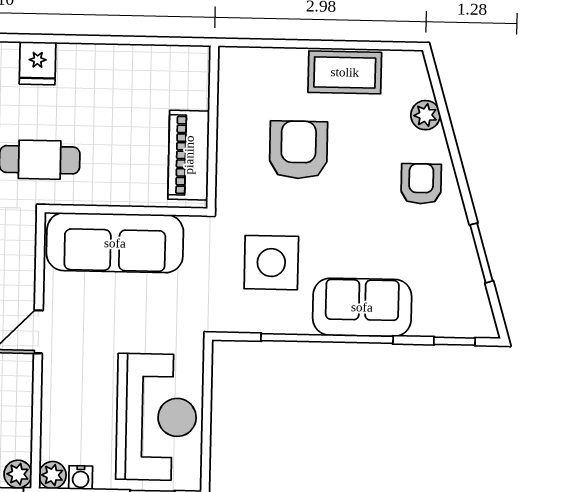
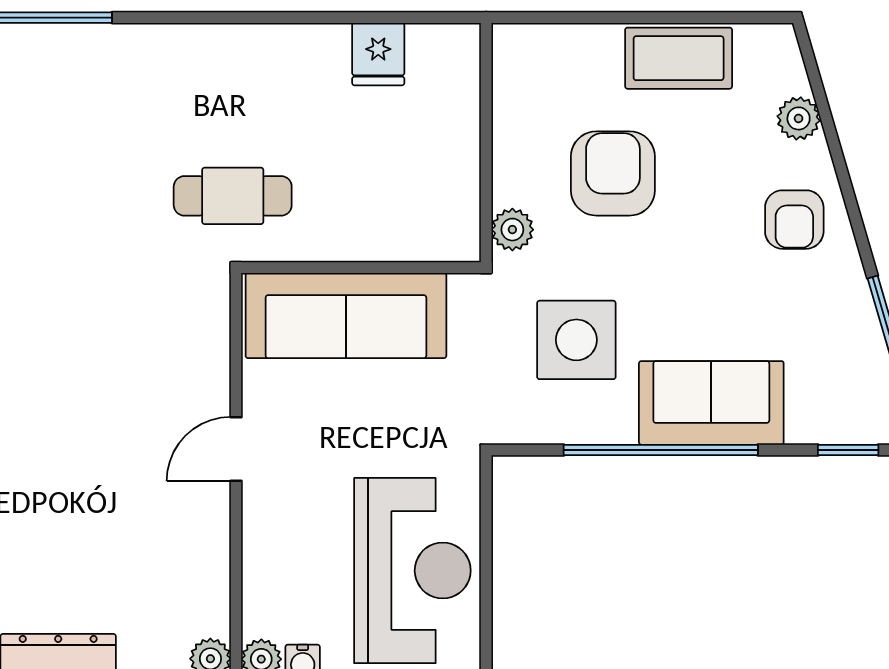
fridge: (38, 63) -> (378, 54), moved
piano: (189, 155) -> (452, 185), removed
armchair: (421, 184) -> (794, 220), turned 180
plant: (229, 187) -> (512, 230), added

